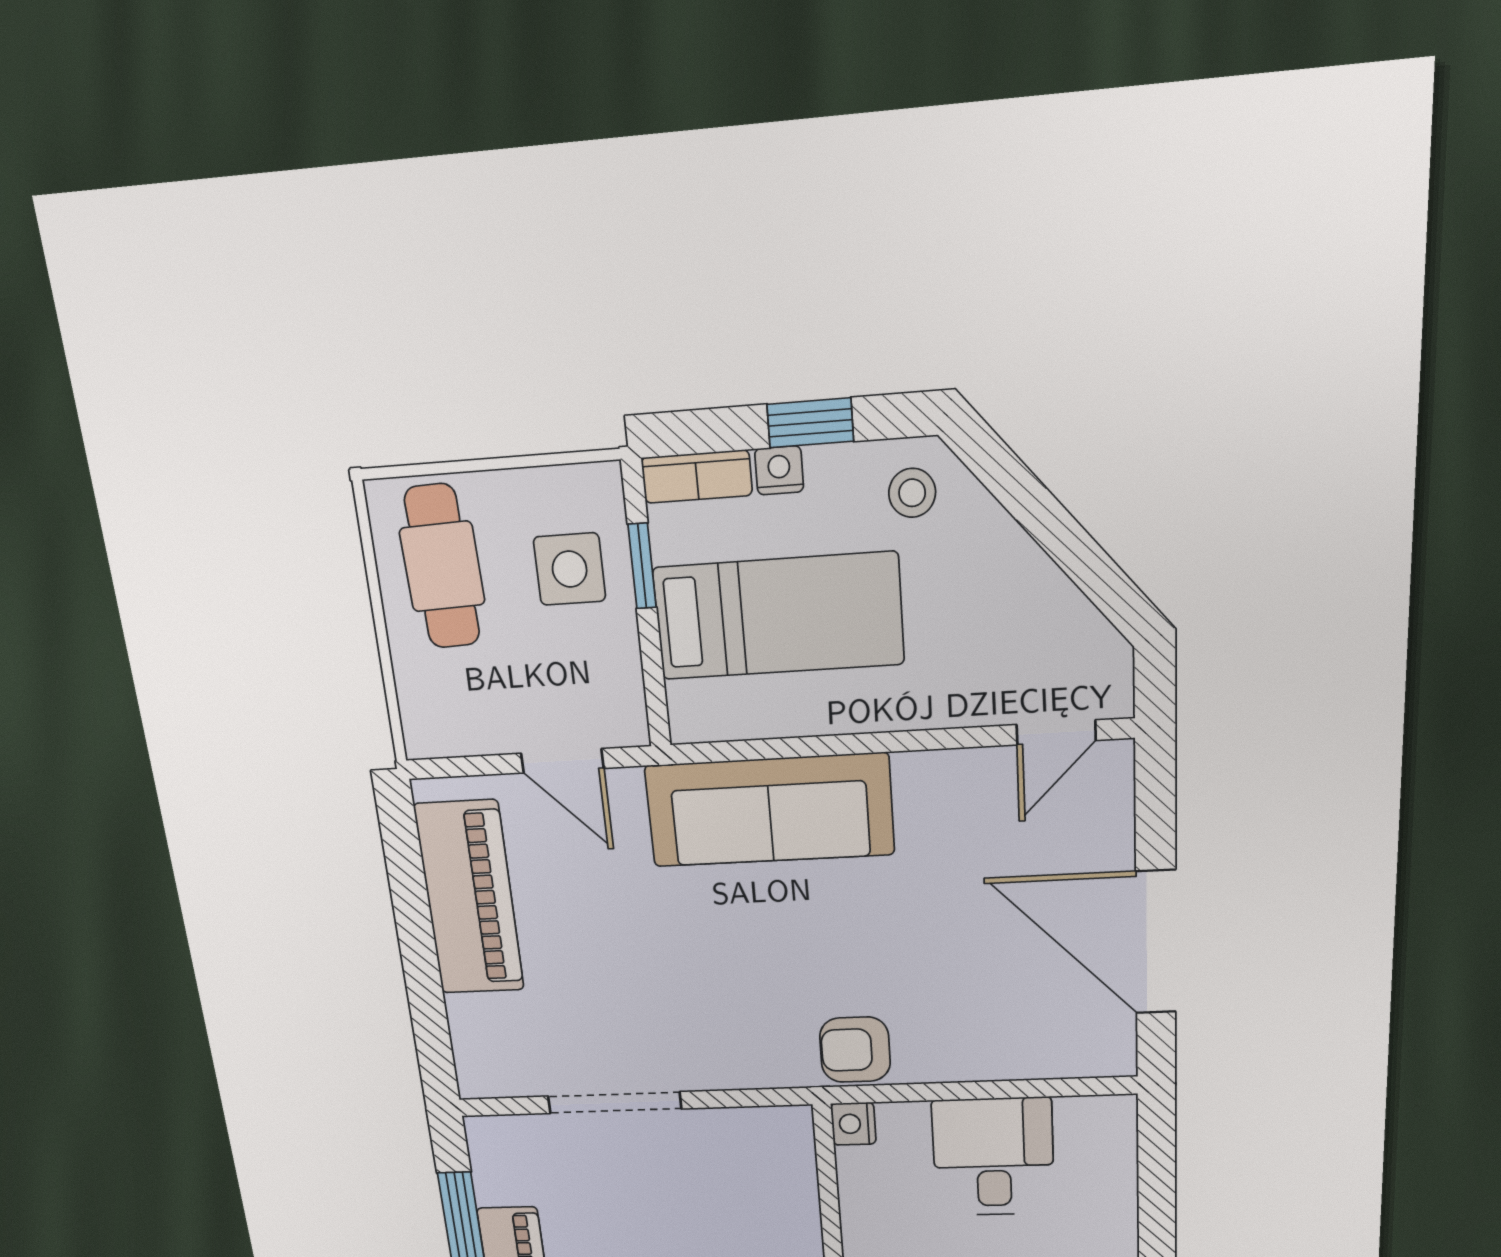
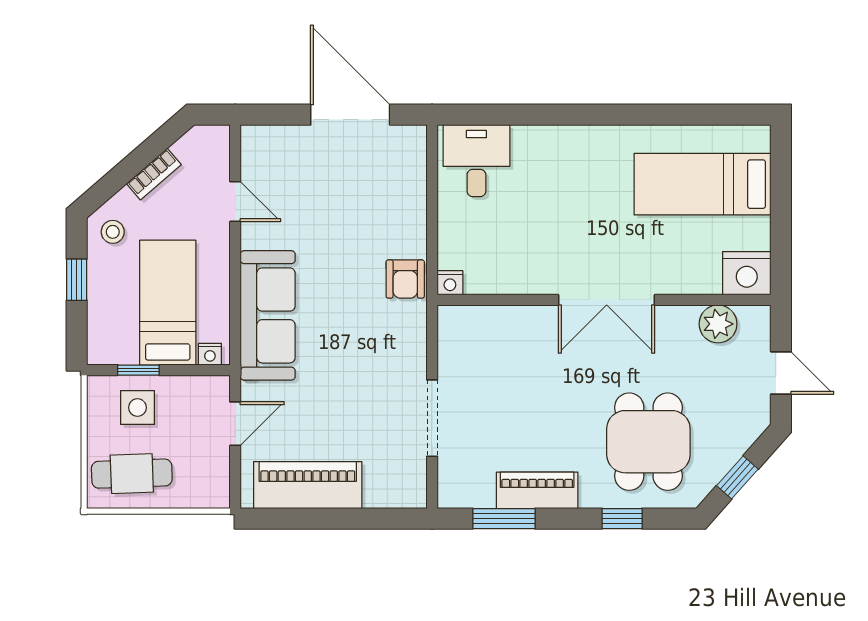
nightstand: (779, 470) -> (210, 354), moved, turned -90
bookcase: (697, 477) -> (154, 174), moved, turned 49
door: (1056, 733) -> (235, 202), moved
door: (1156, 942) -> (350, 115), swing flipped
desk: (993, 1157) -> (476, 161), moved, turned 90

